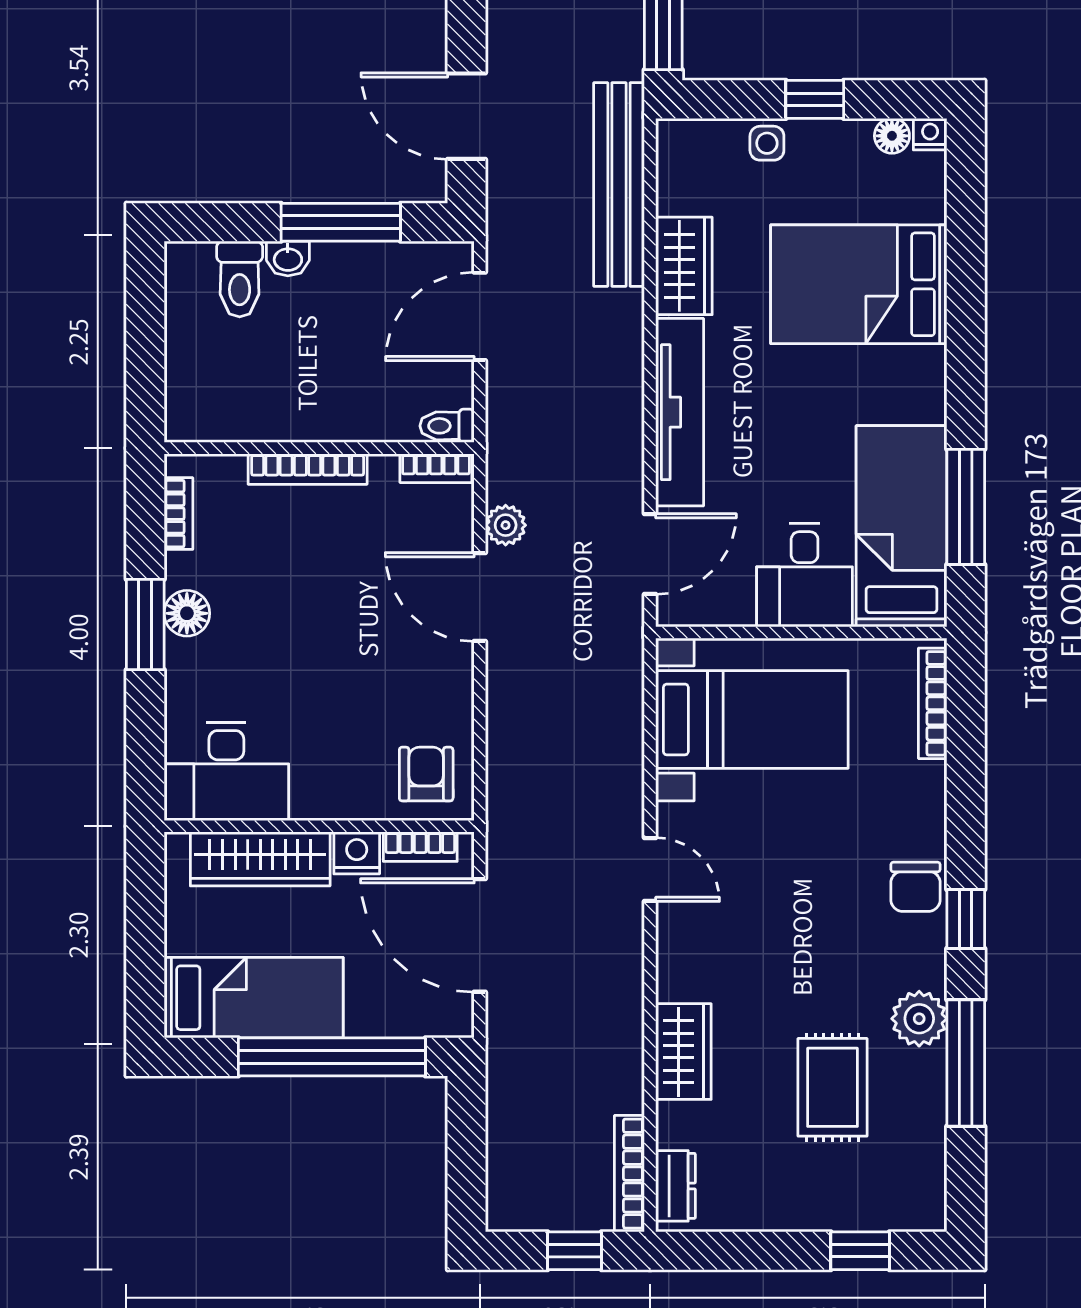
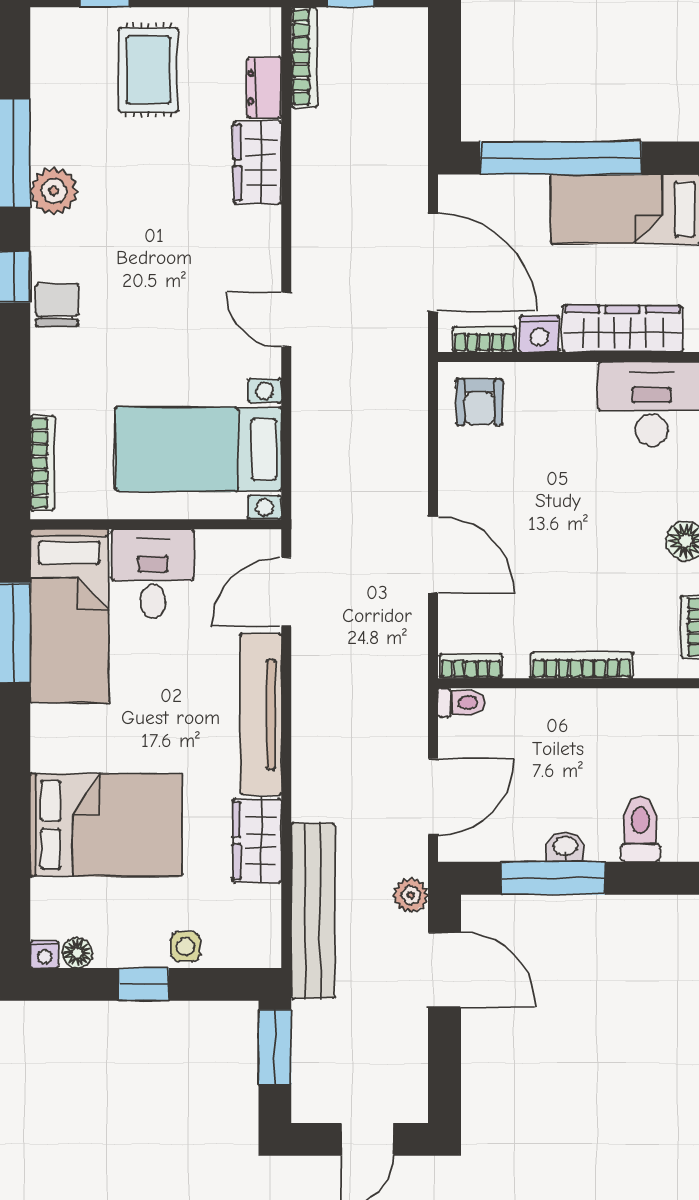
washbasin: (288, 259) -> (565, 847), moved
plant: (506, 525) -> (411, 895), moved
rug: (833, 1087) -> (148, 70), moved
dresser: (675, 1186) -> (264, 88), moved

